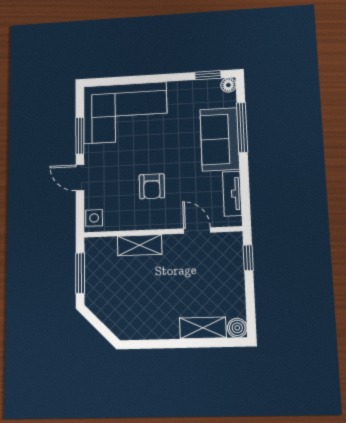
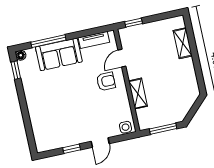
corner sofa: (125, 113) -> (51, 121), removed
window: (80, 136) -> (72, 149), width x0.67
armchair: (152, 186) -> (106, 81), moved
boiler: (237, 328) -> (179, 22), removed

